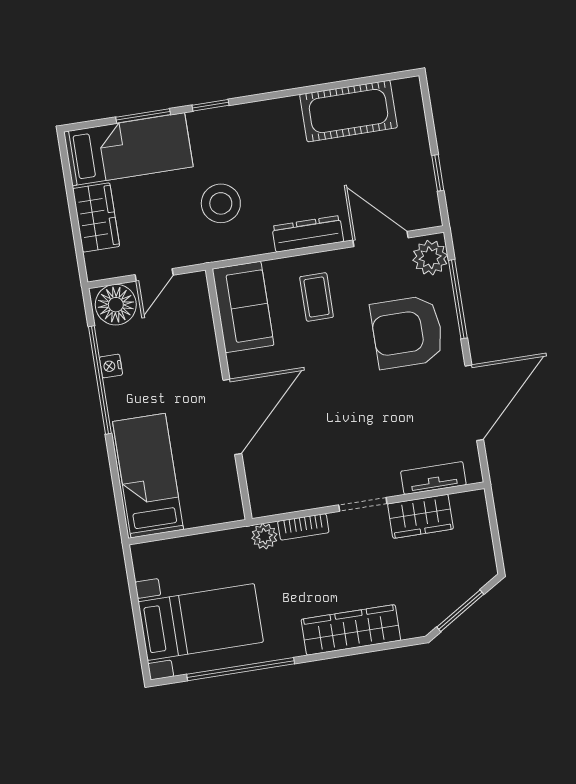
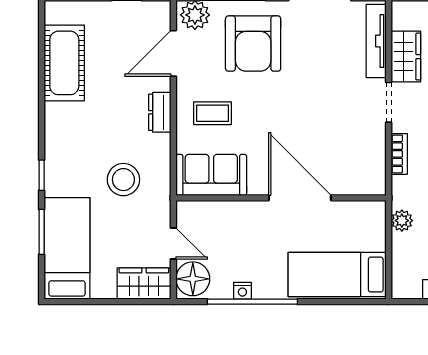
wardrobe: (96, 217) -> (144, 284), moved
dresser: (308, 234) -> (160, 112), width x0.70
tv unit: (433, 478) -> (376, 41), width x1.41
plant: (264, 536) -> (402, 221), moved

